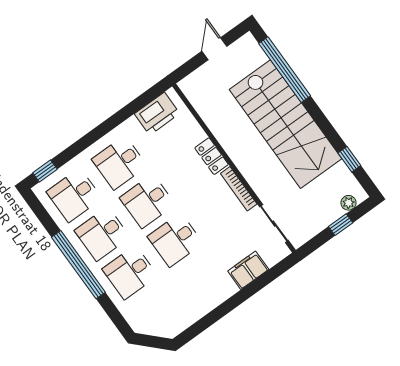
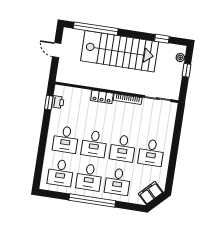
printer: (157, 114) -> (58, 102), width x0.53, depth x0.68
window: (45, 171) -> (49, 103), moved
filing cabinet: (248, 270) -> (151, 193), moved, turned 45
desk: (203, 278) -> (151, 153), added

